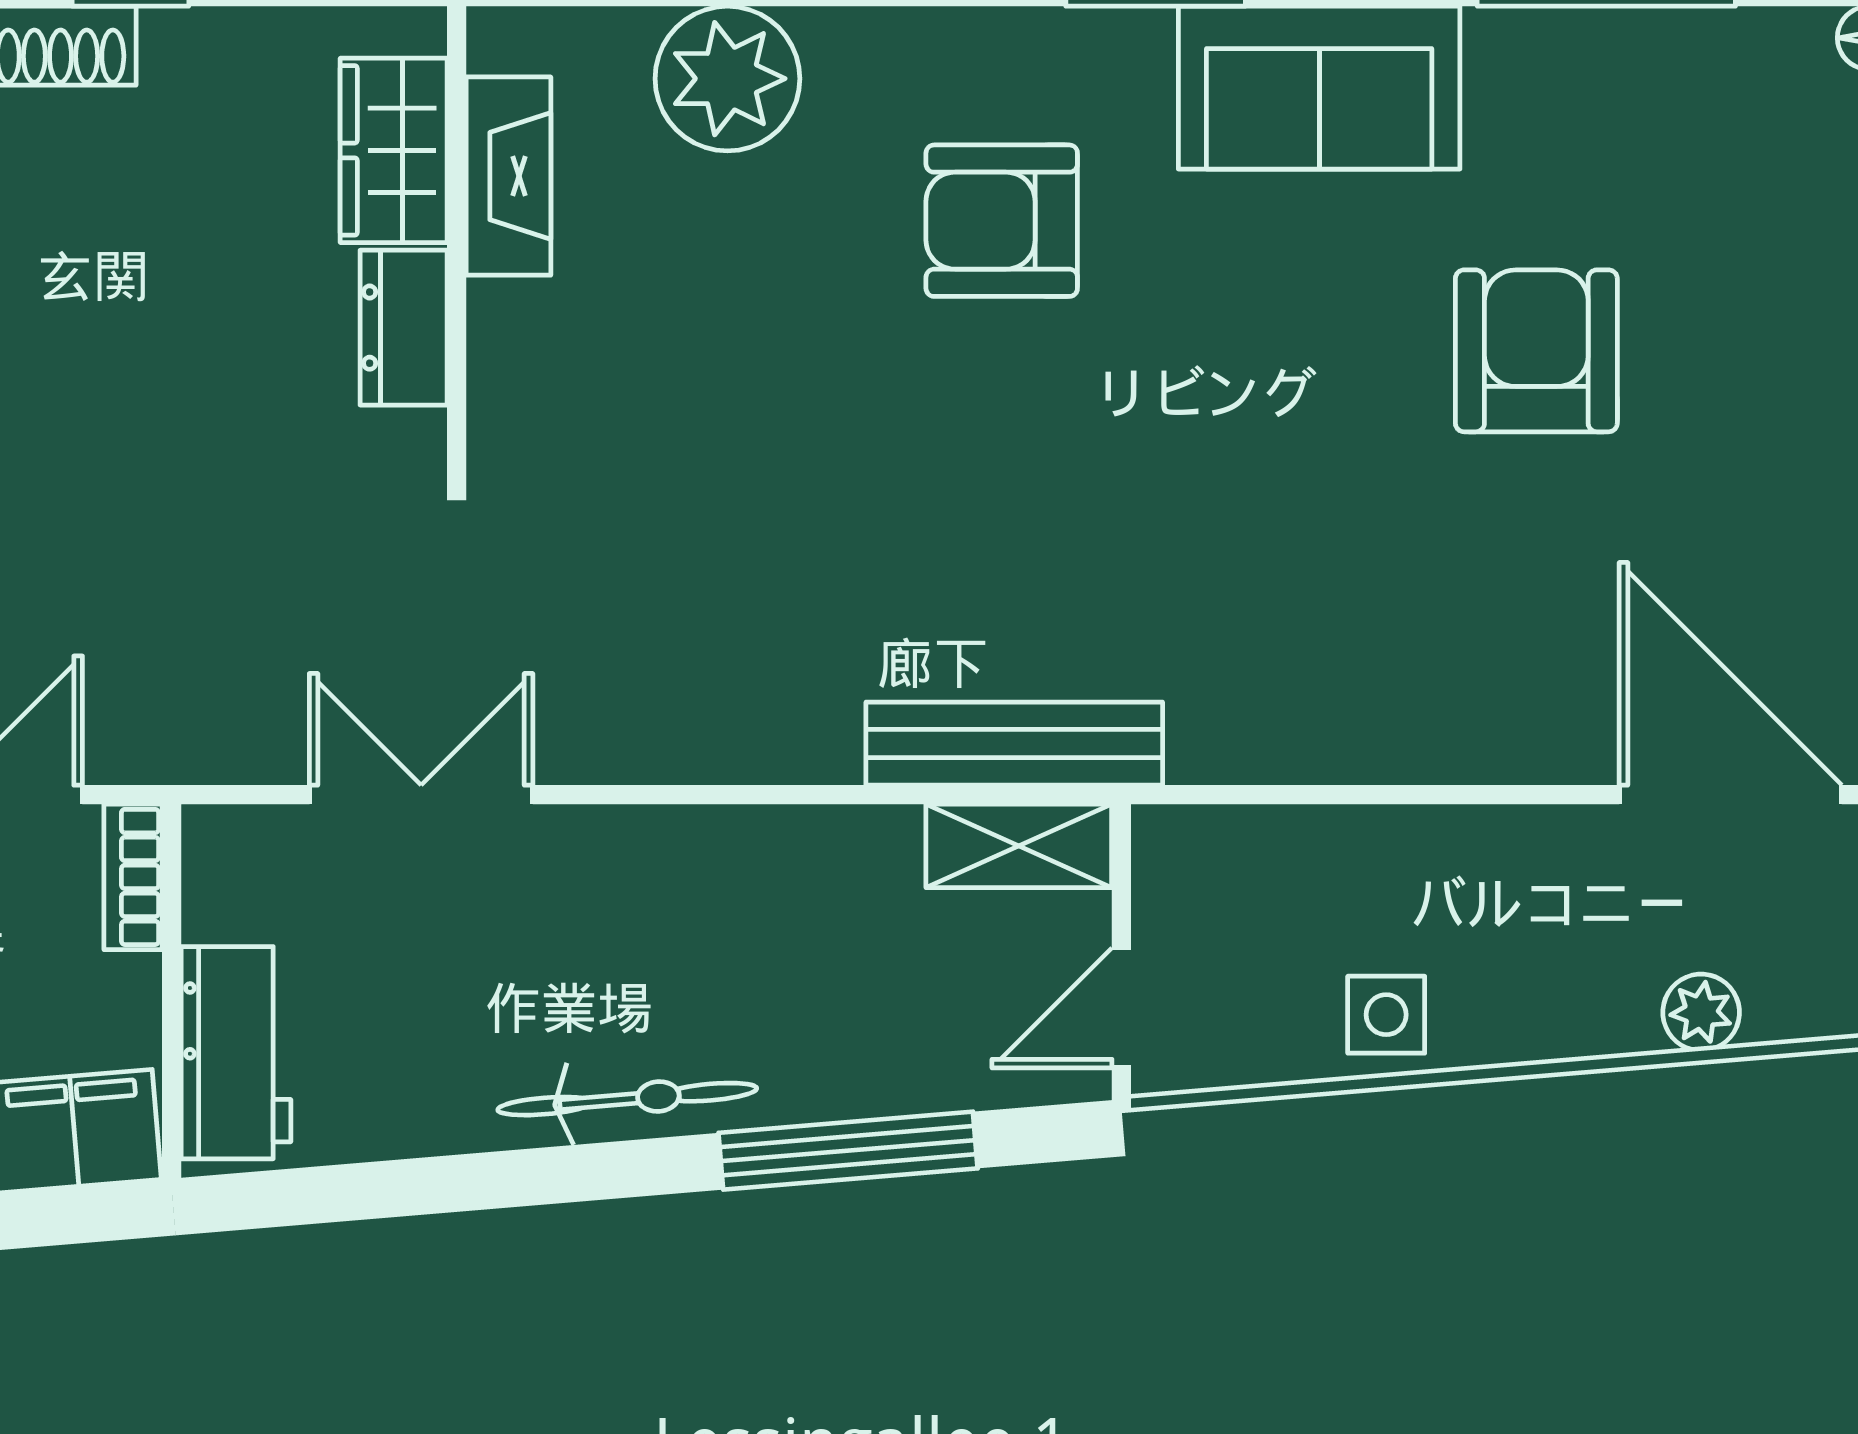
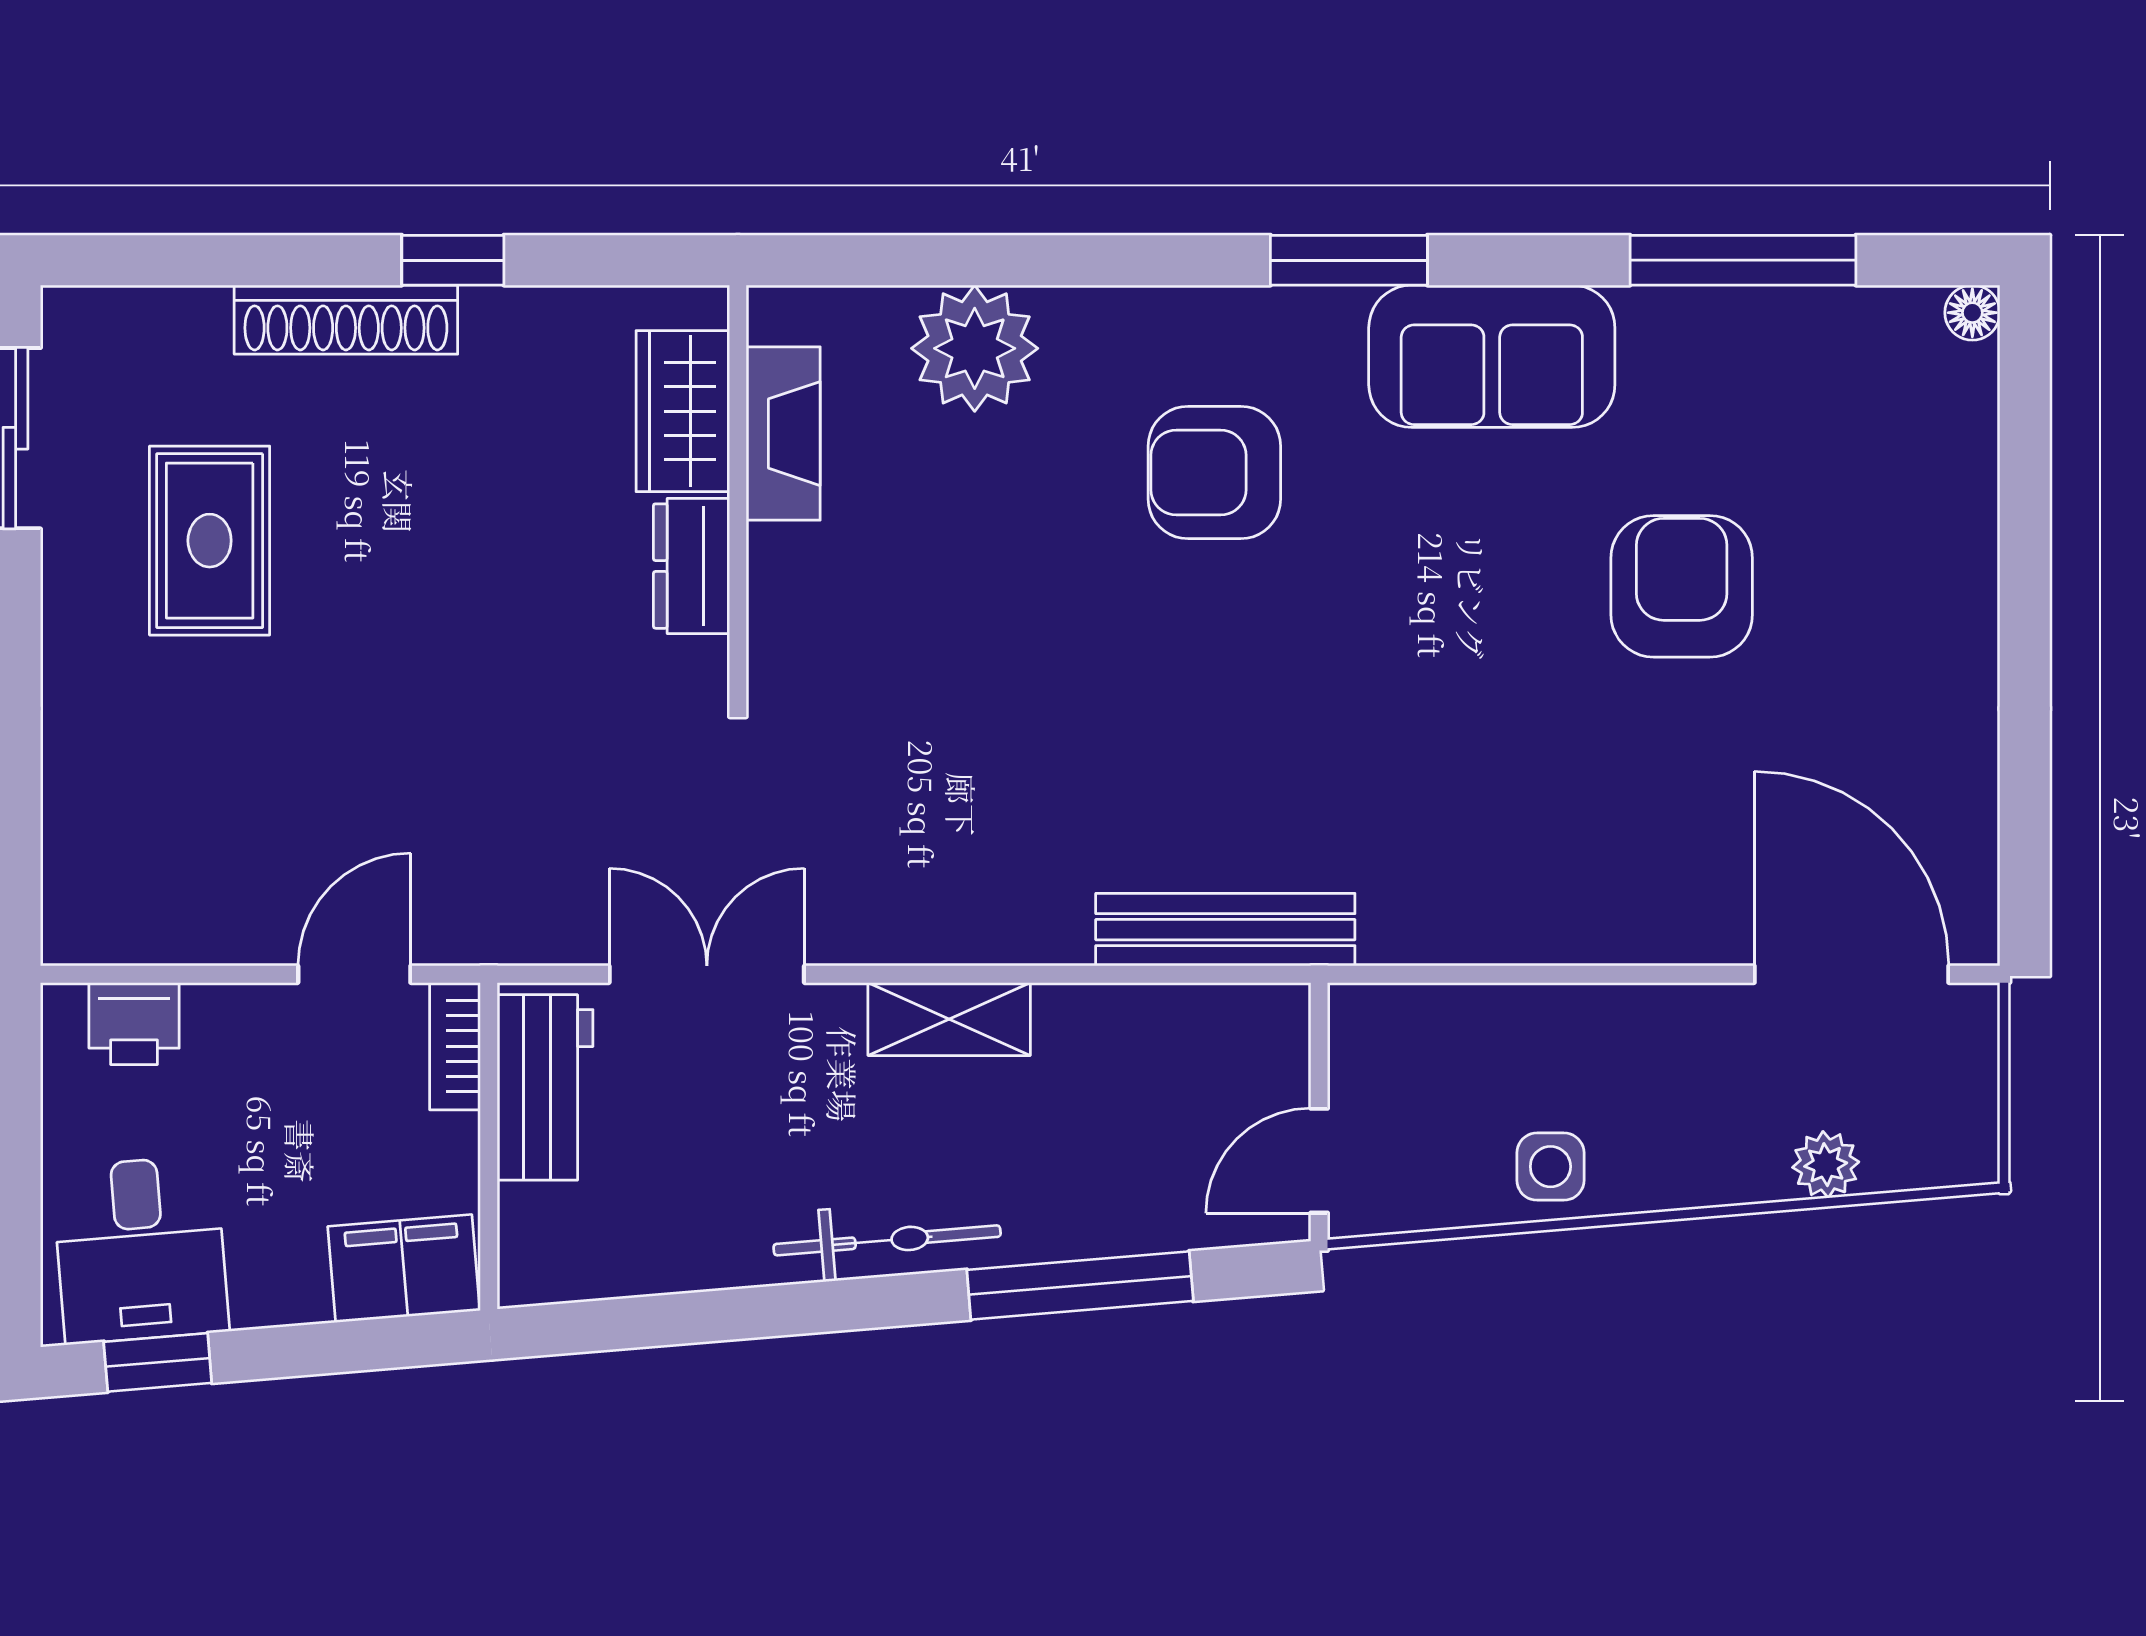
shelving: (1019, 846) -> (949, 1019), moved
workbench: (236, 1053) -> (545, 1087), moved

